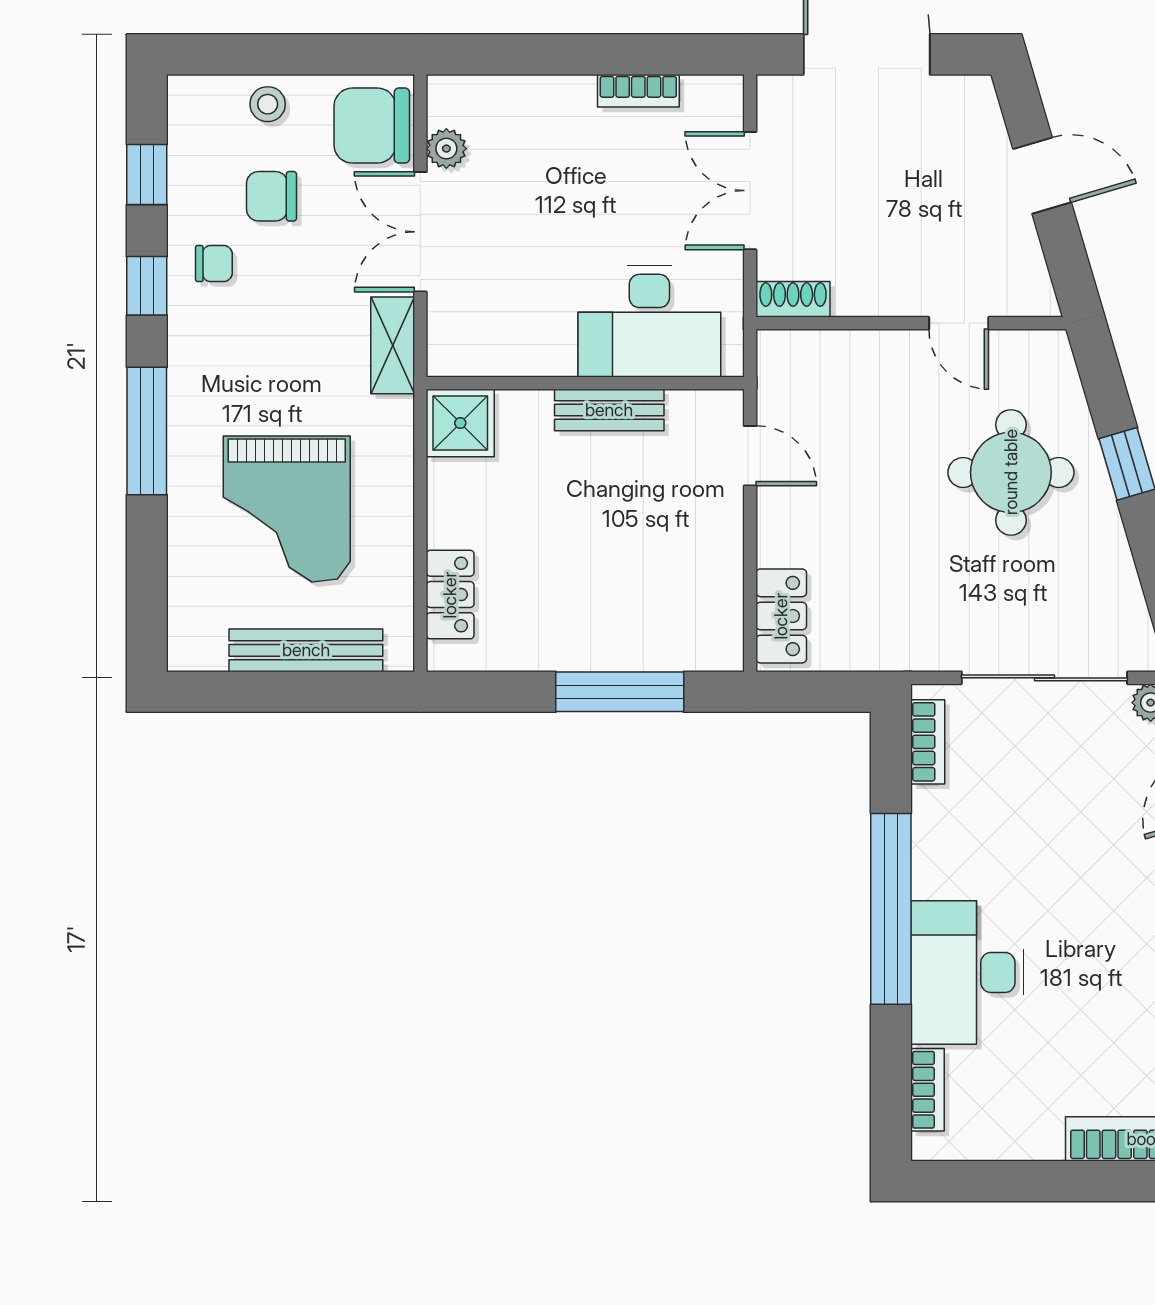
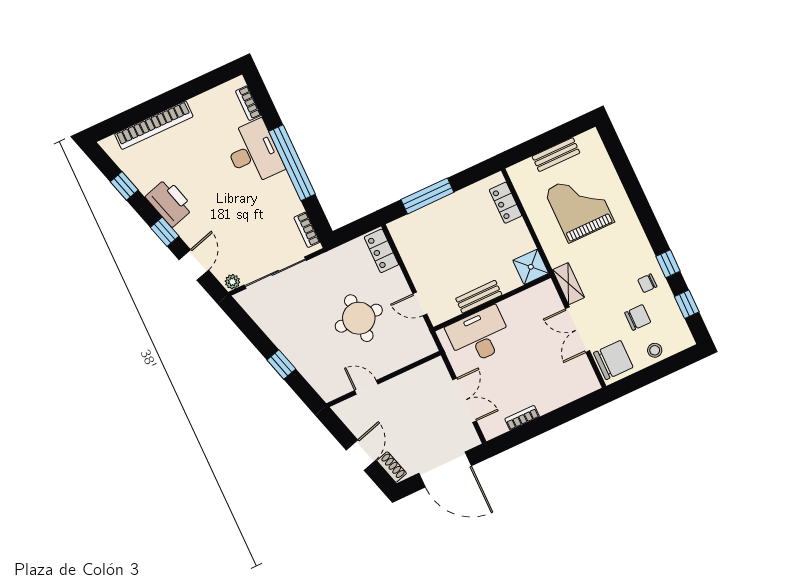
plant: (446, 149) -> (582, 364), removed
door: (1042, 176) -> (361, 455), swing flipped
double door: (420, 232) -> (578, 330), swing flipped
shoe rack: (793, 299) -> (392, 467), moved, turned -106
window: (147, 431) -> (643, 211), removed
round table: (1011, 472) -> (359, 318), moved
bench: (306, 650) -> (556, 155), width x0.73

